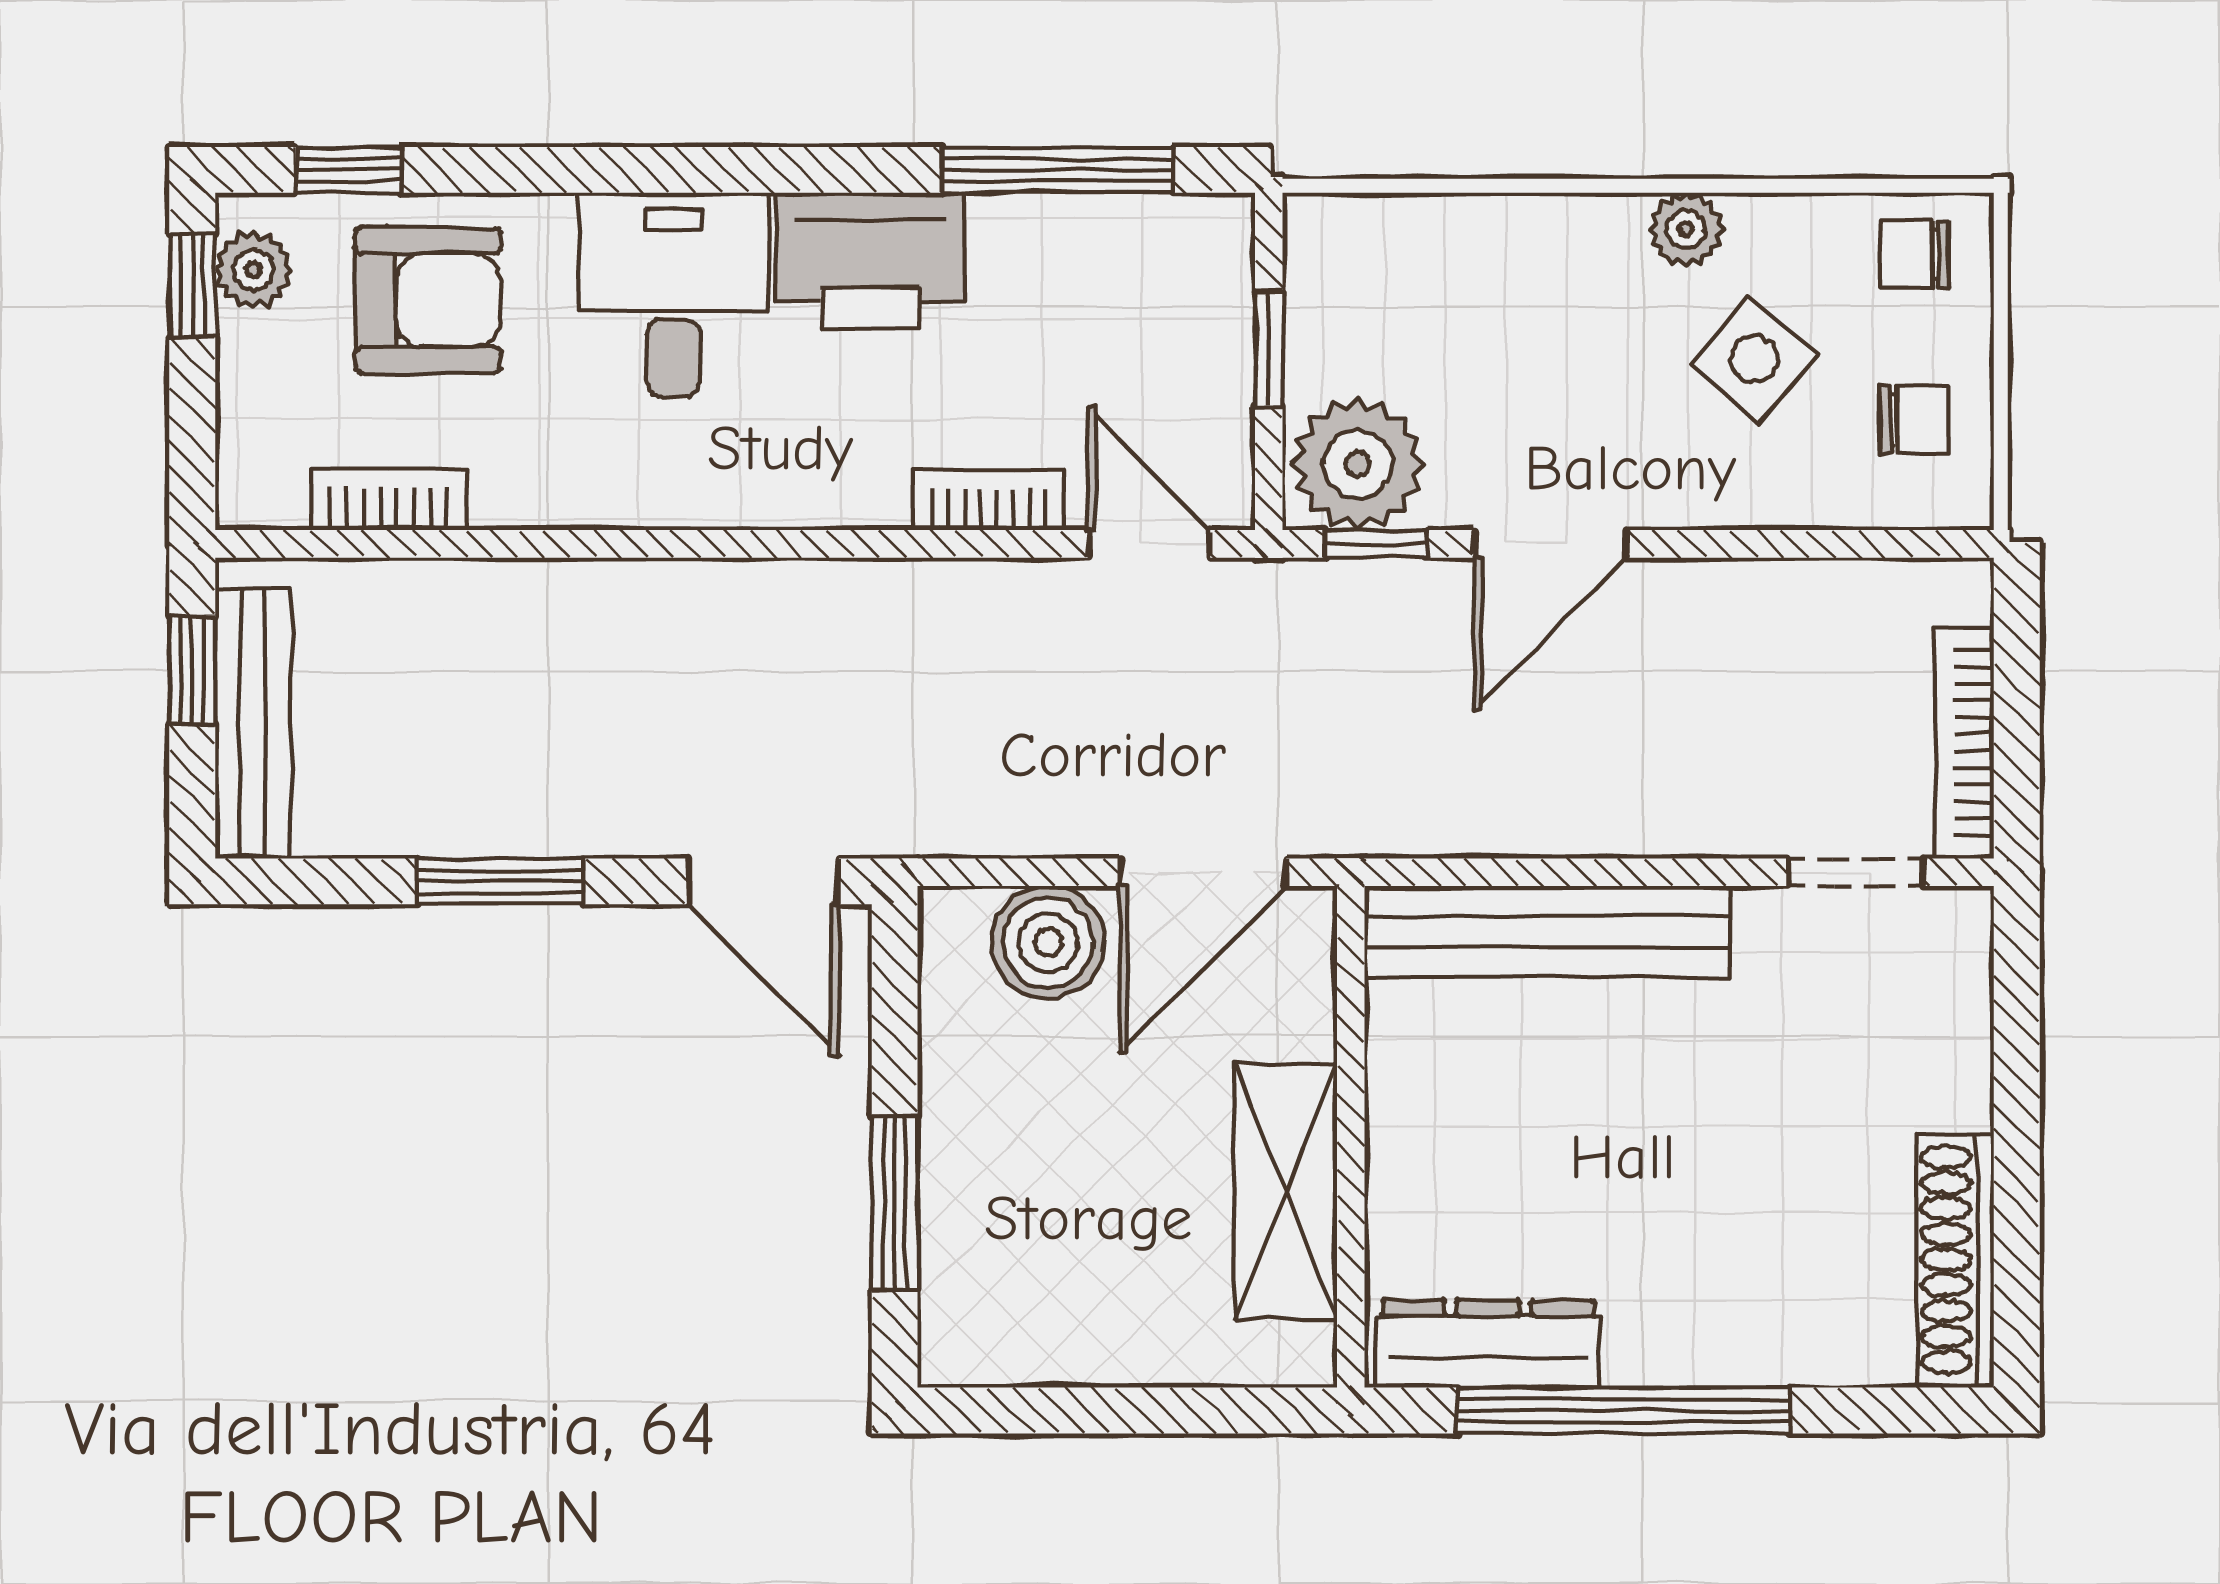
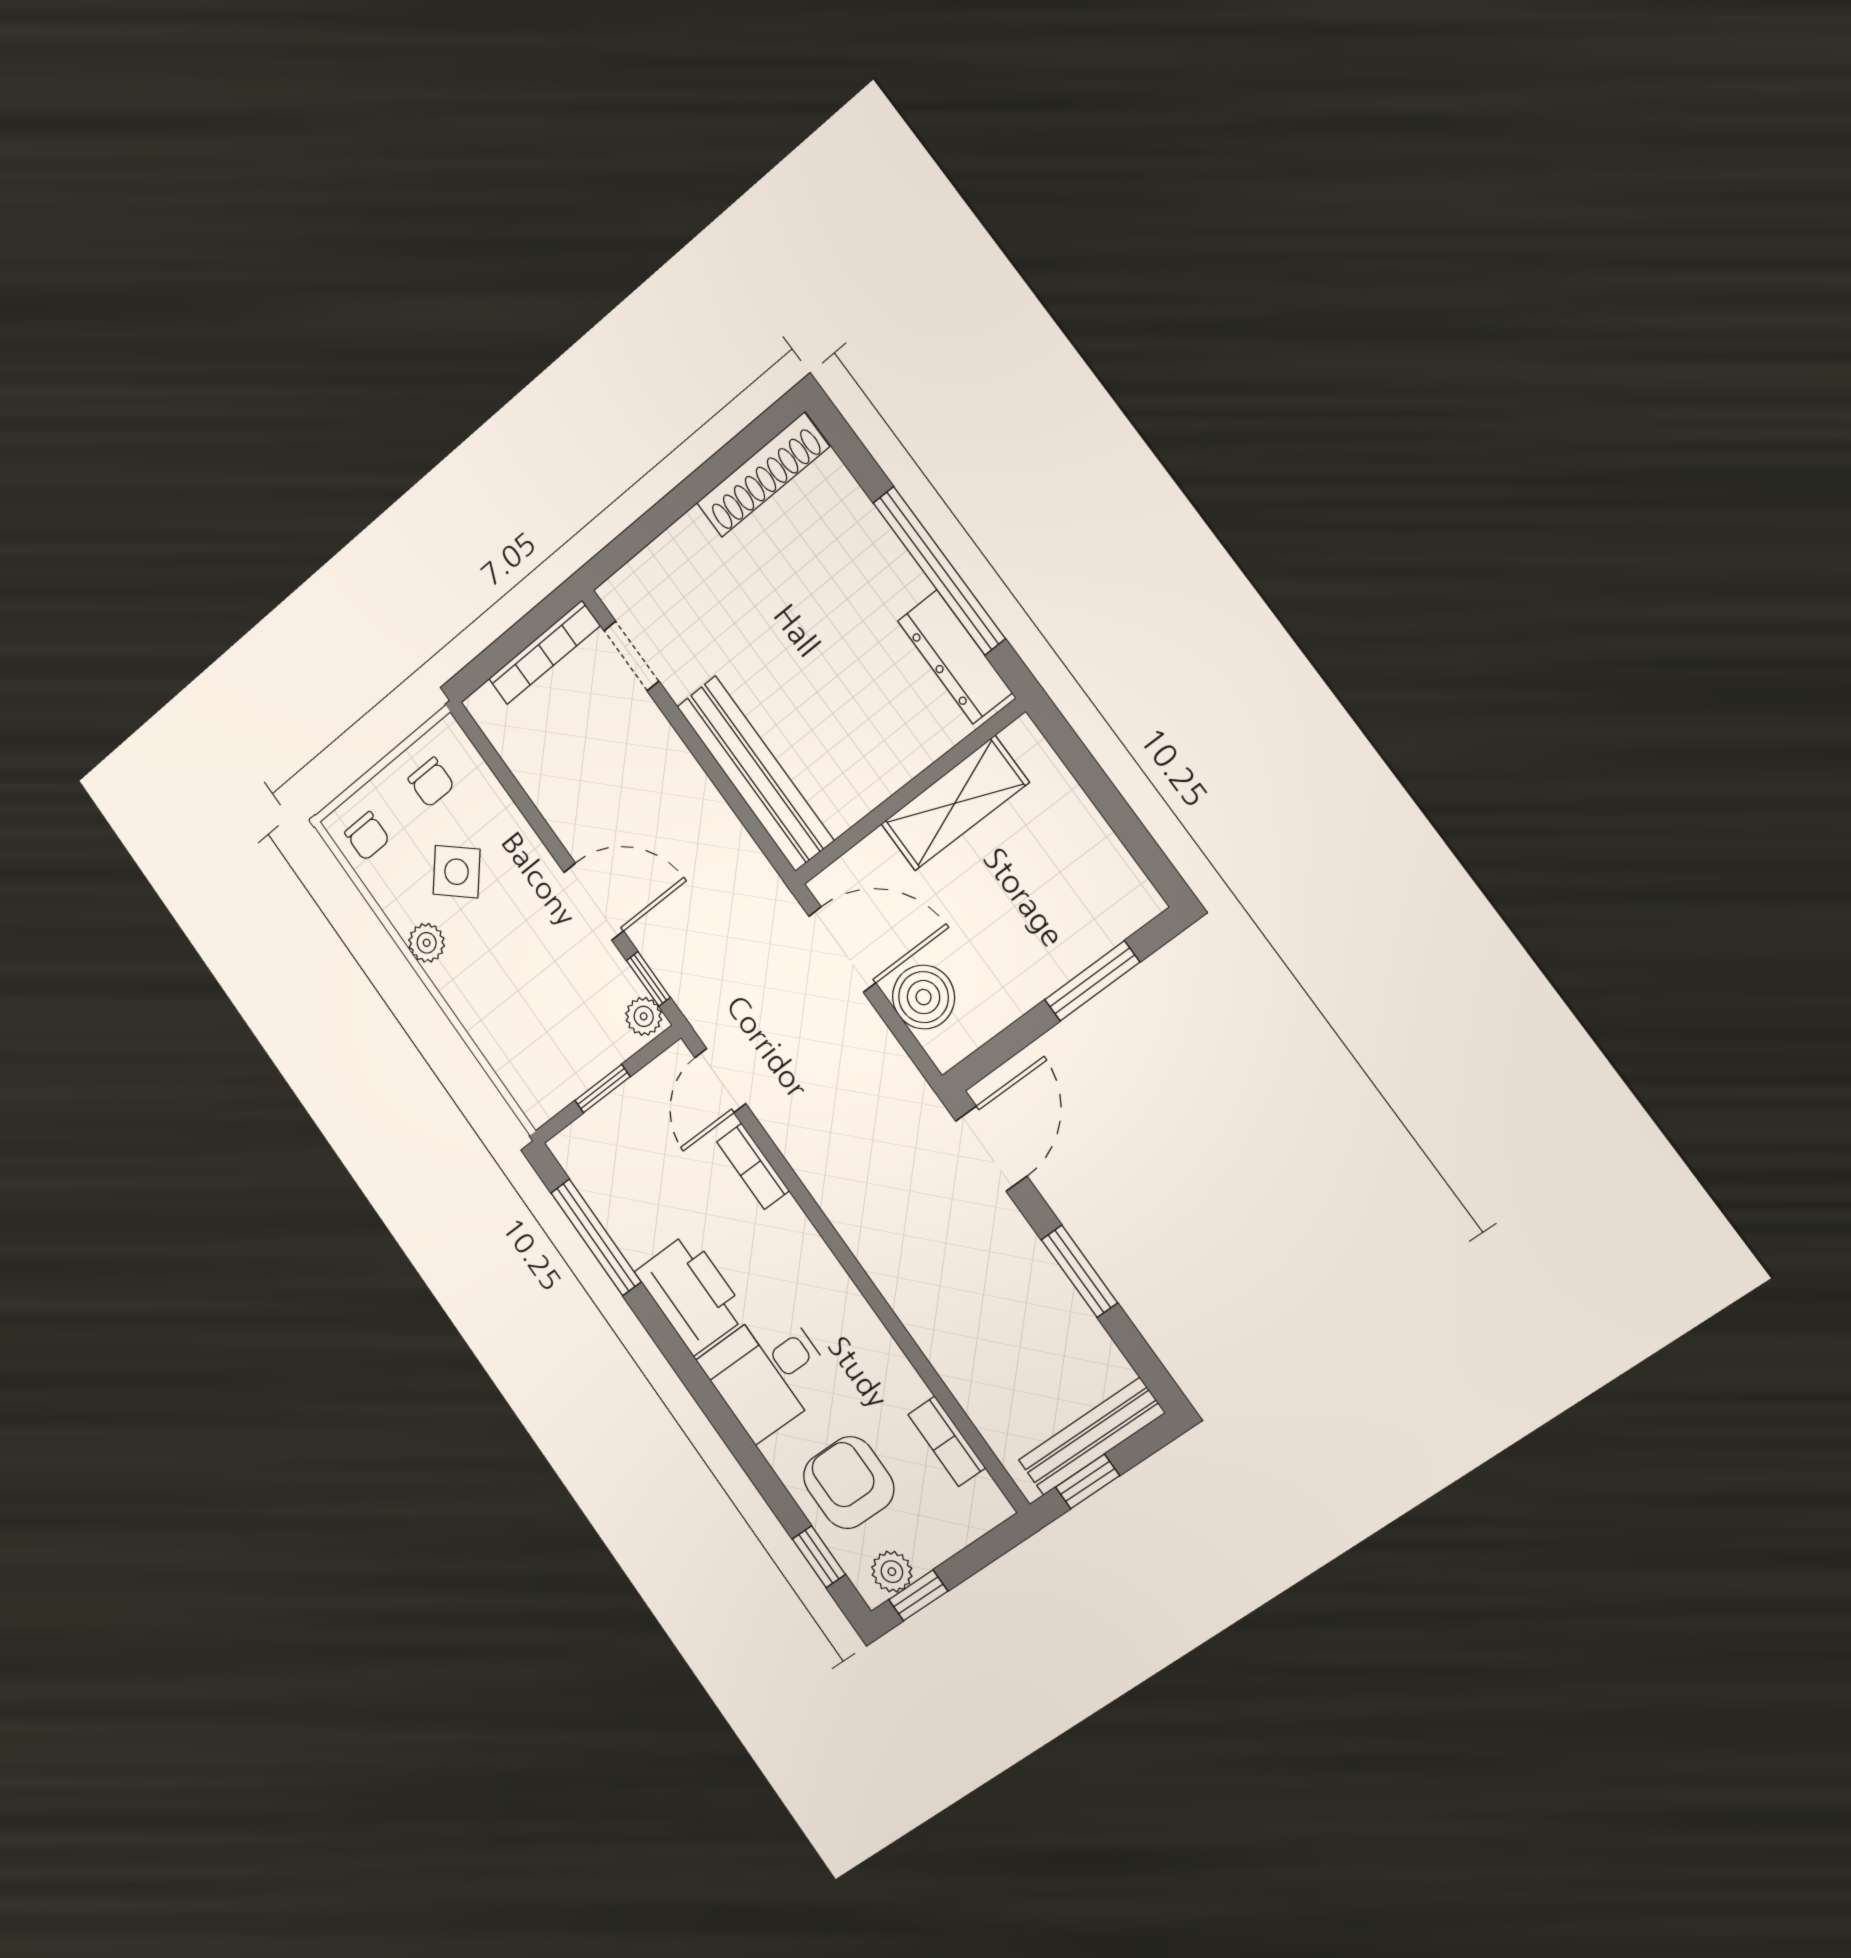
chair: (1915, 420) -> (431, 782), turned 180
plant: (1358, 464) -> (644, 1016), width x0.53, depth x0.53

